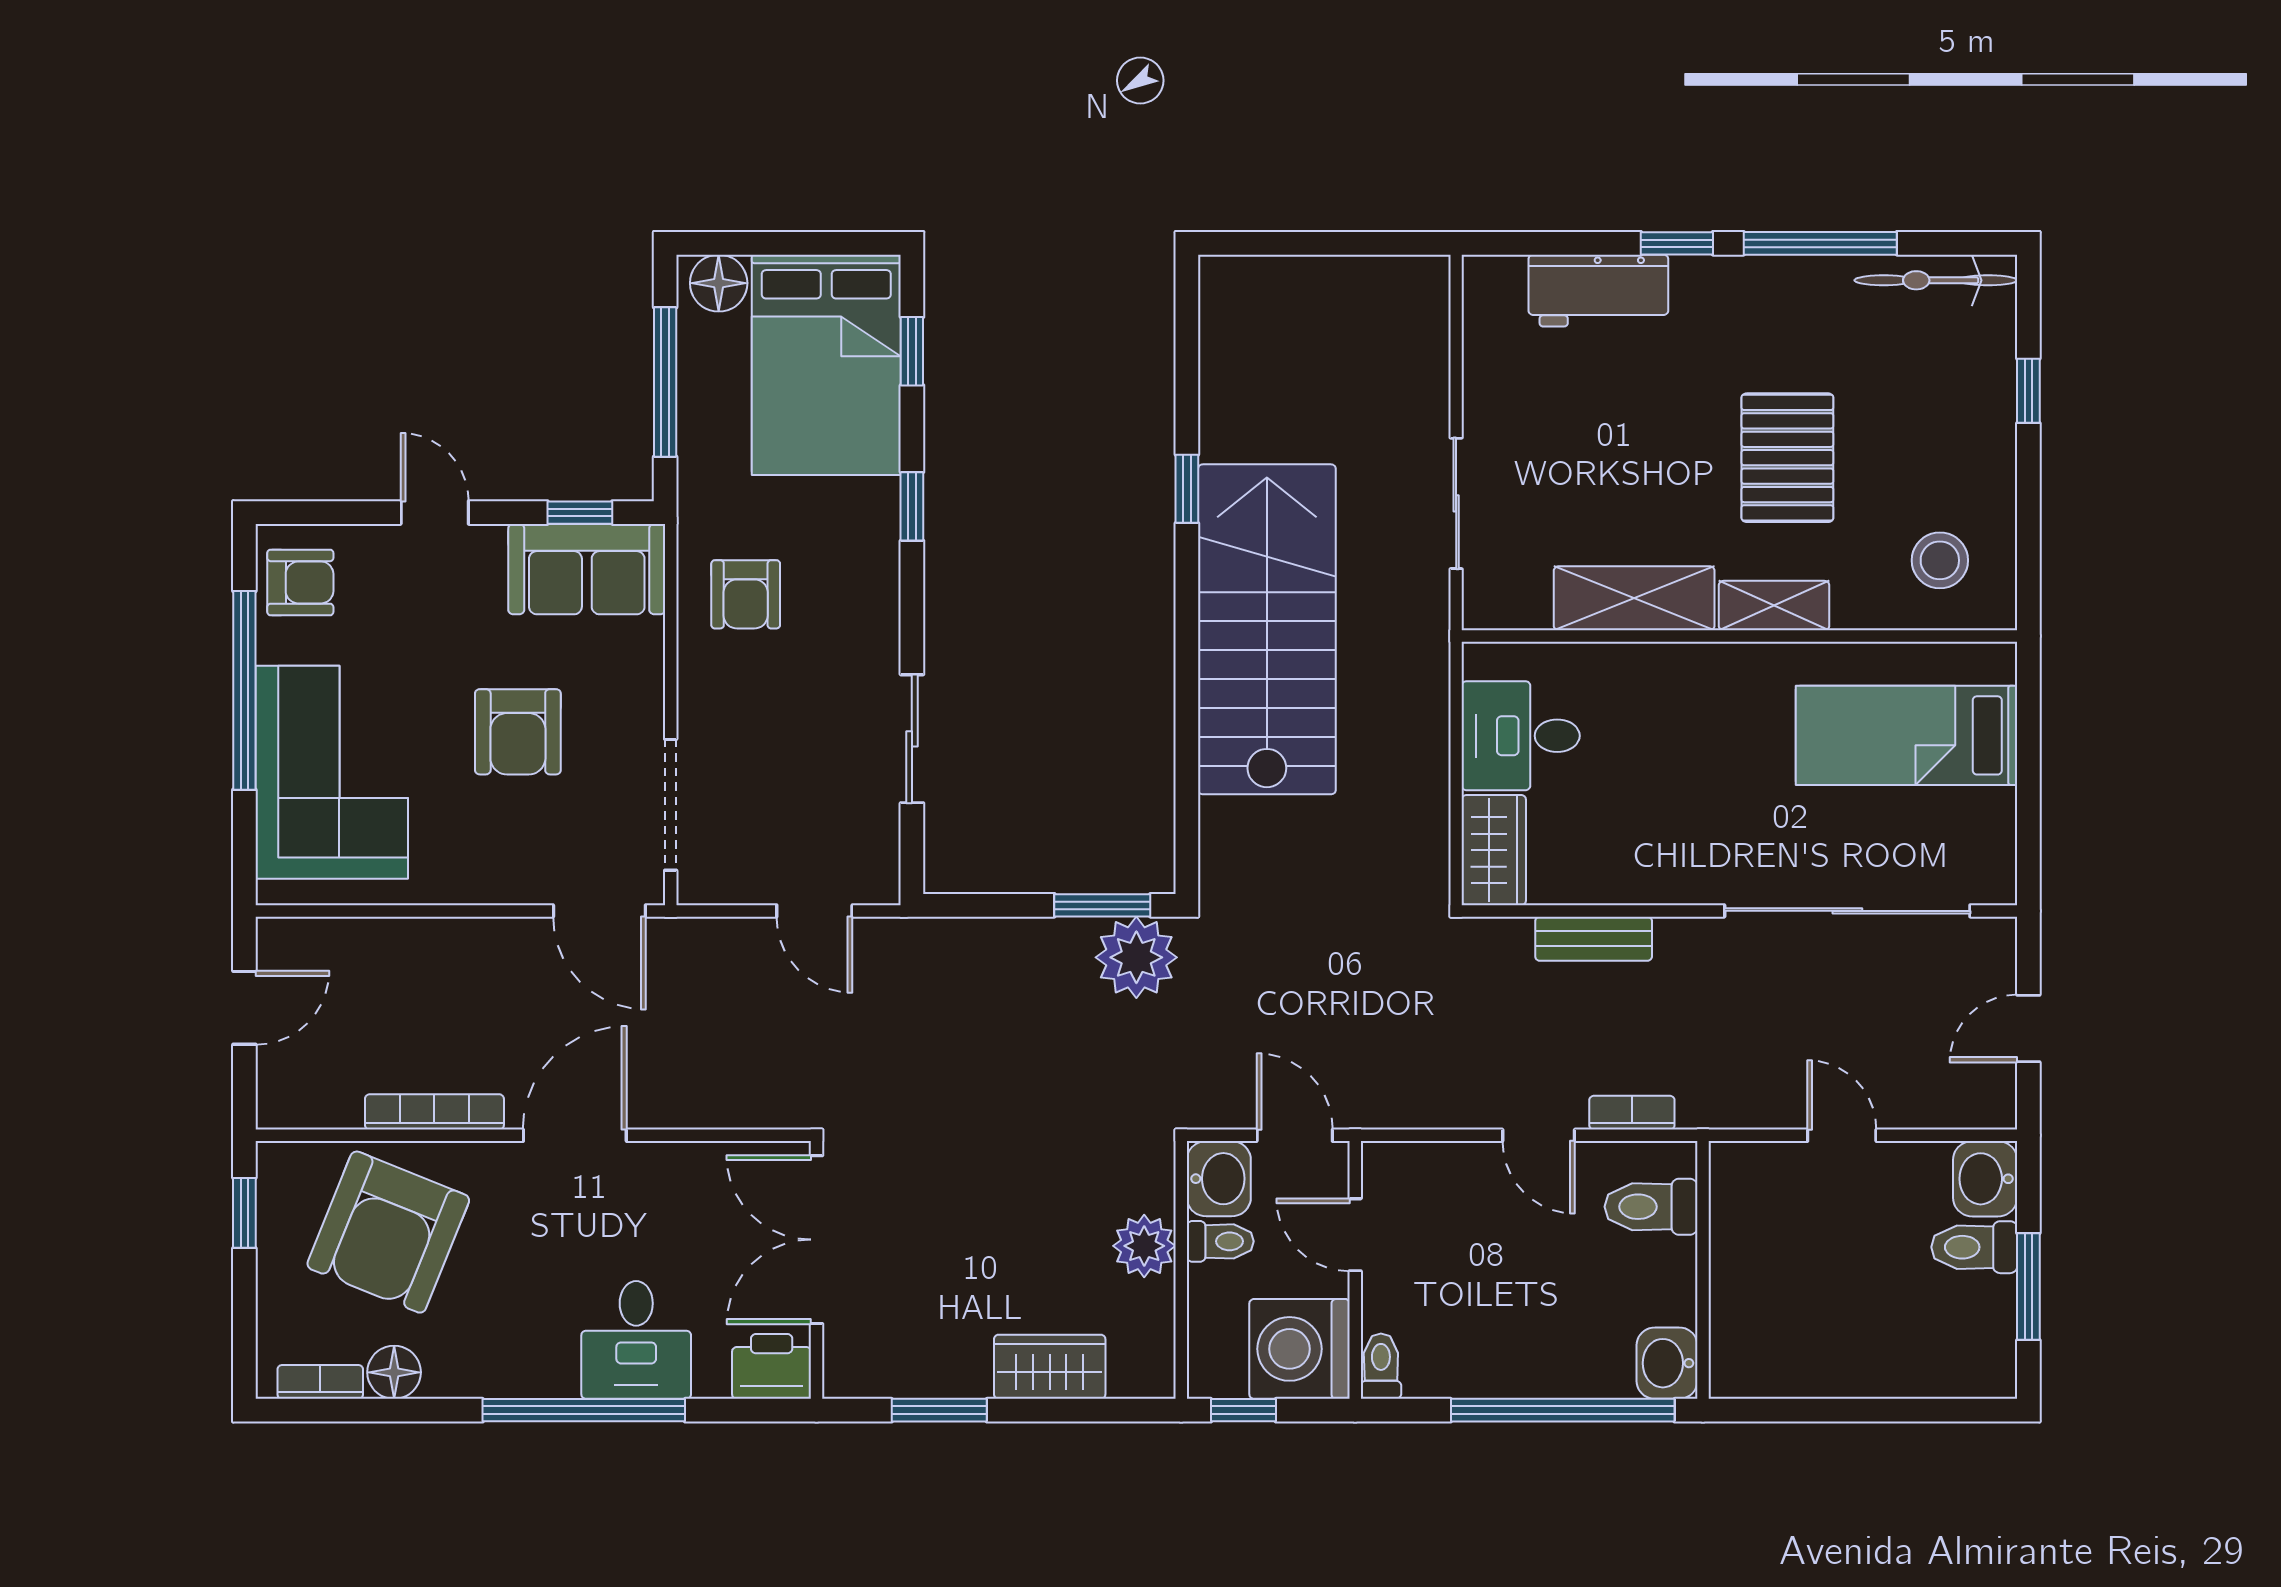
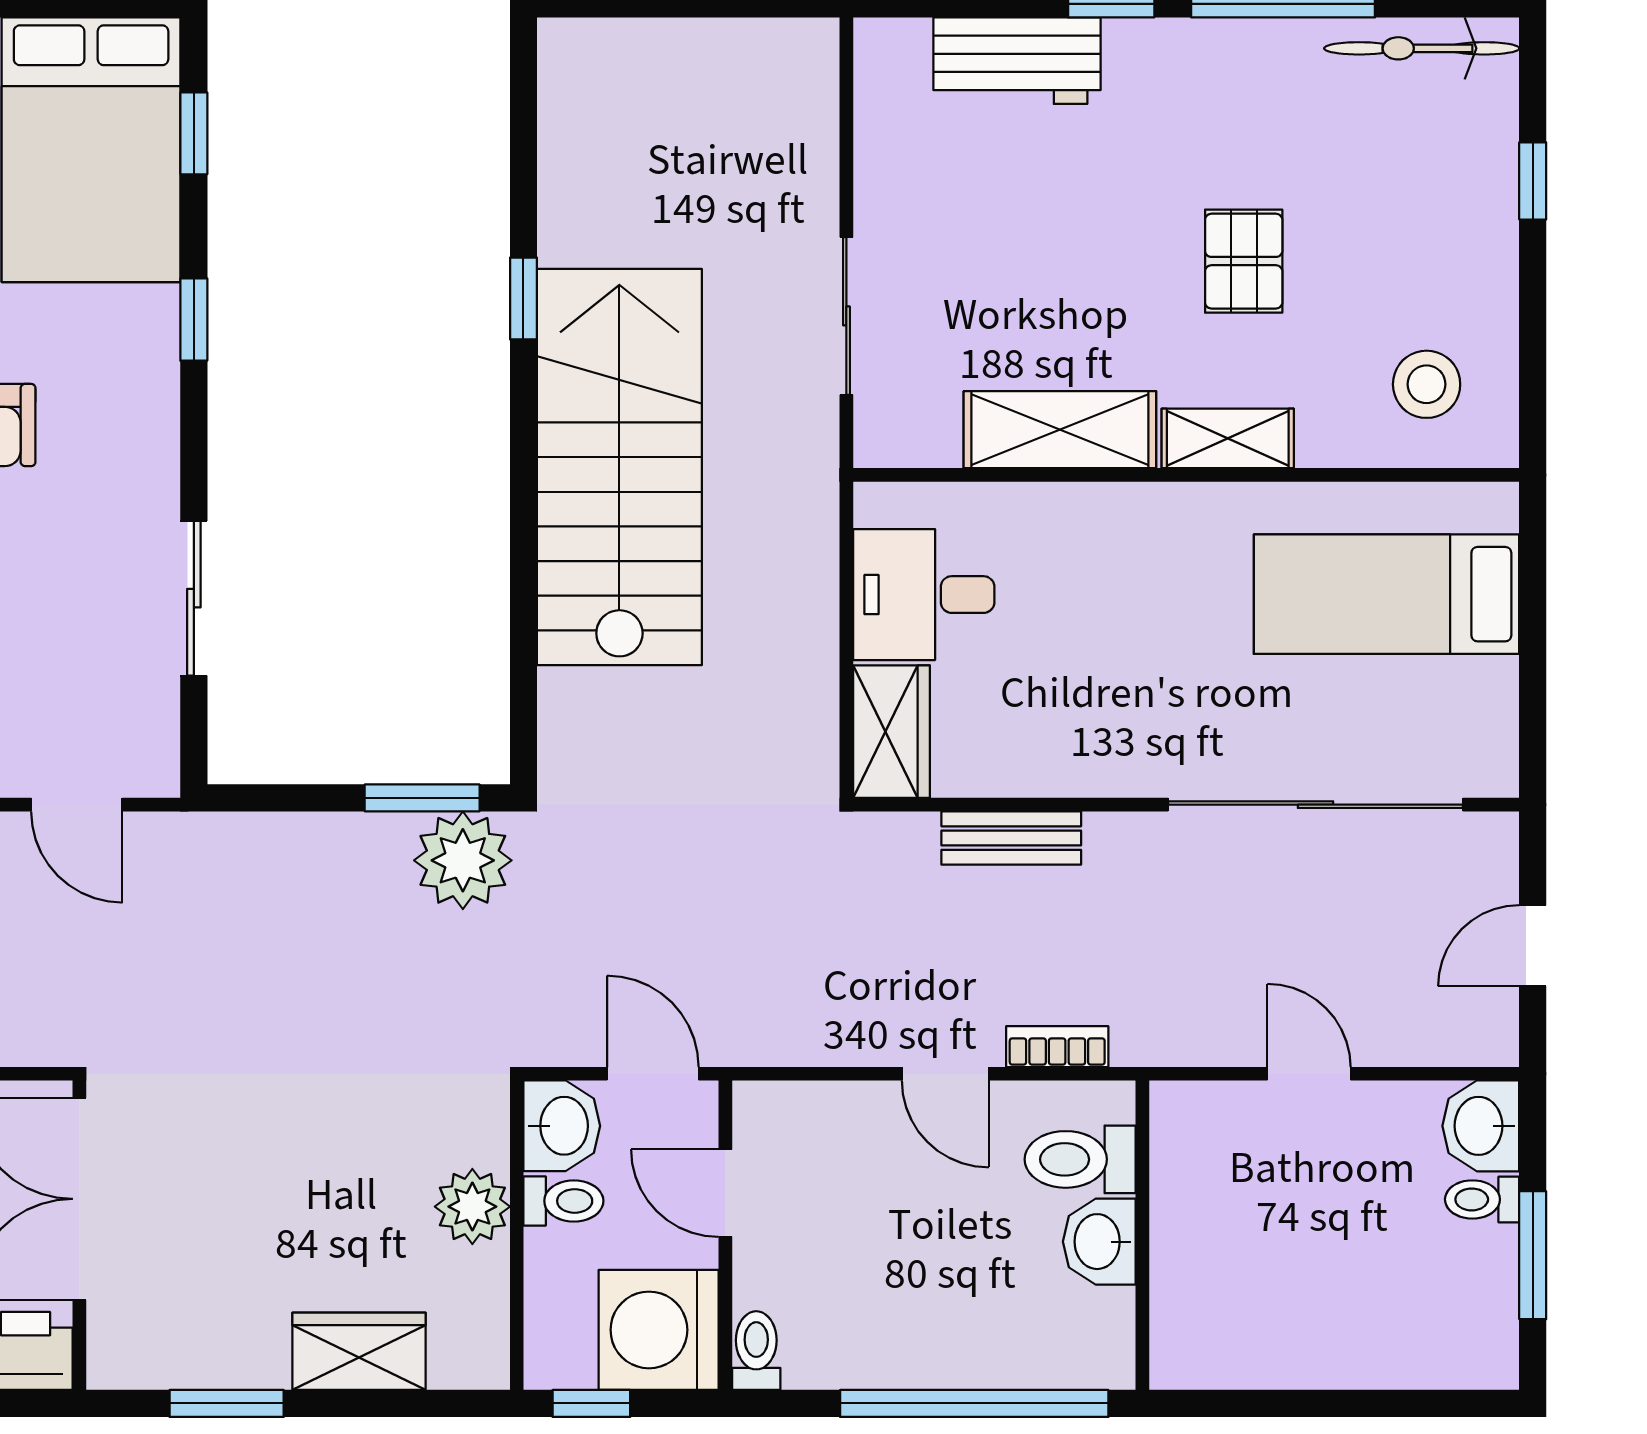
pallet: (1787, 458) -> (1244, 261), width x0.67, depth x0.71
toilet: (1974, 1247) -> (1482, 1199), width x0.73, depth x0.72
washbasin: (1667, 1363) -> (1099, 1242), moved

